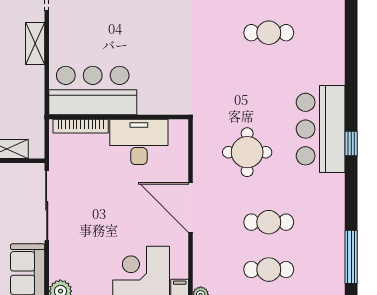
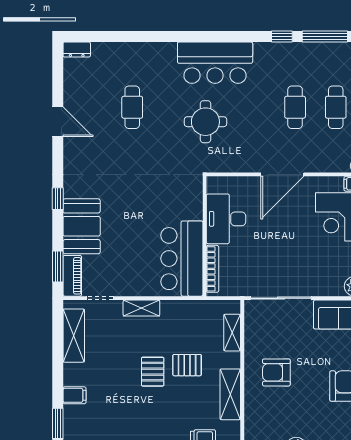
window: (351, 143) -> (282, 36), moved
round table: (247, 152) -> (205, 122), moved

